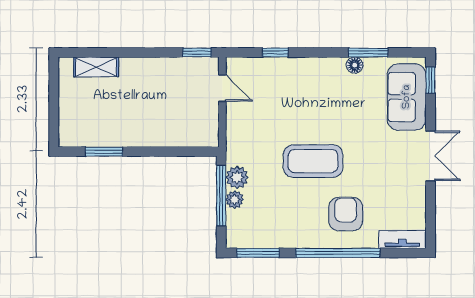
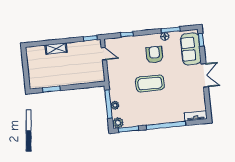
shelving: (96, 67) -> (56, 49), moved
plant: (237, 177) -> (118, 123), moved
armchair: (346, 214) -> (154, 55), moved

